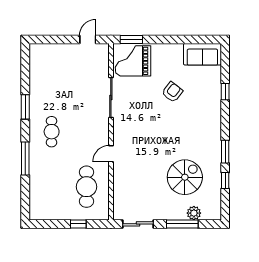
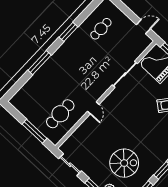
cafe table: (52, 132) -> (101, 29), moved
door: (111, 154) -> (93, 108), swing flipped
window: (78, 224) -> (34, 131), width x2.17

